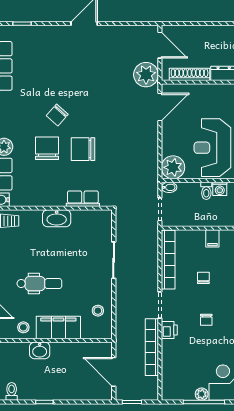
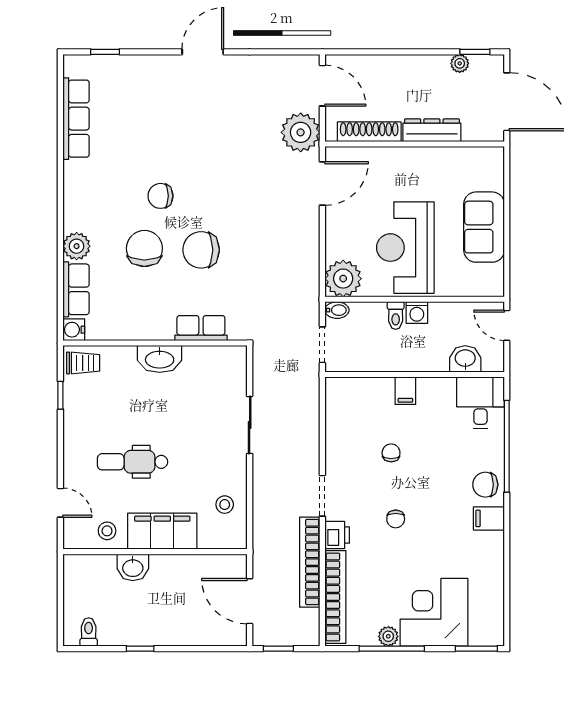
chair: (57, 115) -> (161, 196), turned 48
bookcase: (168, 260) -> (335, 597), moved
dental chair: (39, 284) -> (132, 462), turned 180

